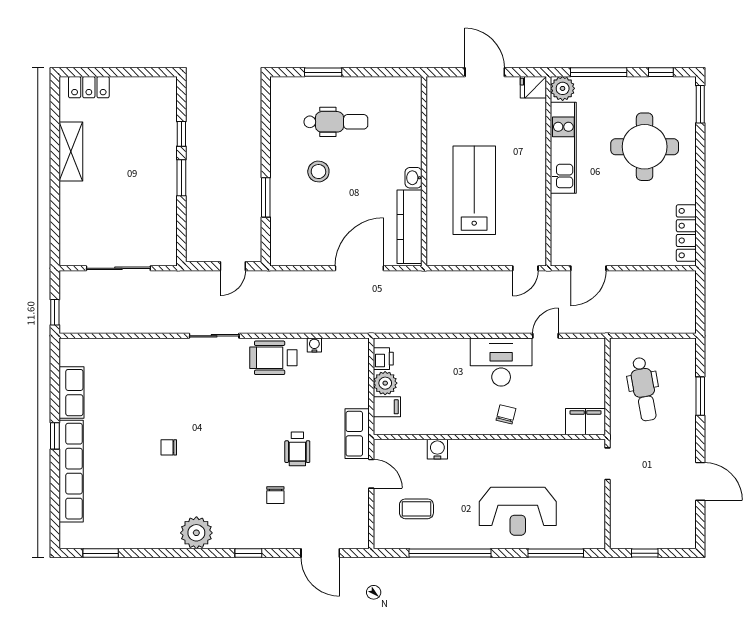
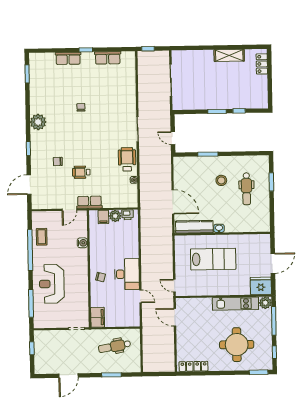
fridge: (533, 87) -> (261, 286), width x1.88, depth x1.34
row of seats: (71, 471) -> (68, 58), width x0.50
coffee table: (416, 509) -> (42, 237), moved

